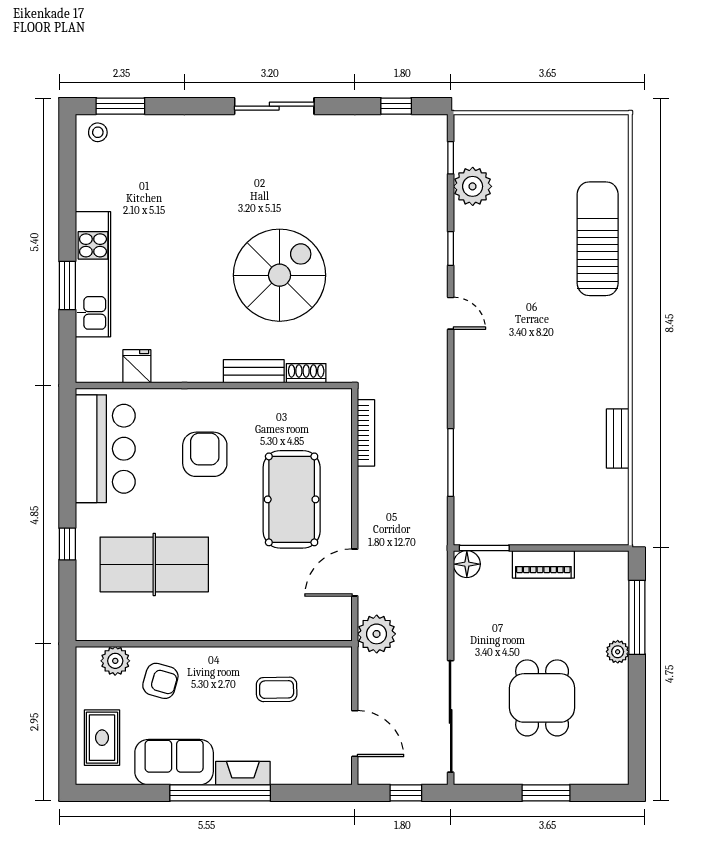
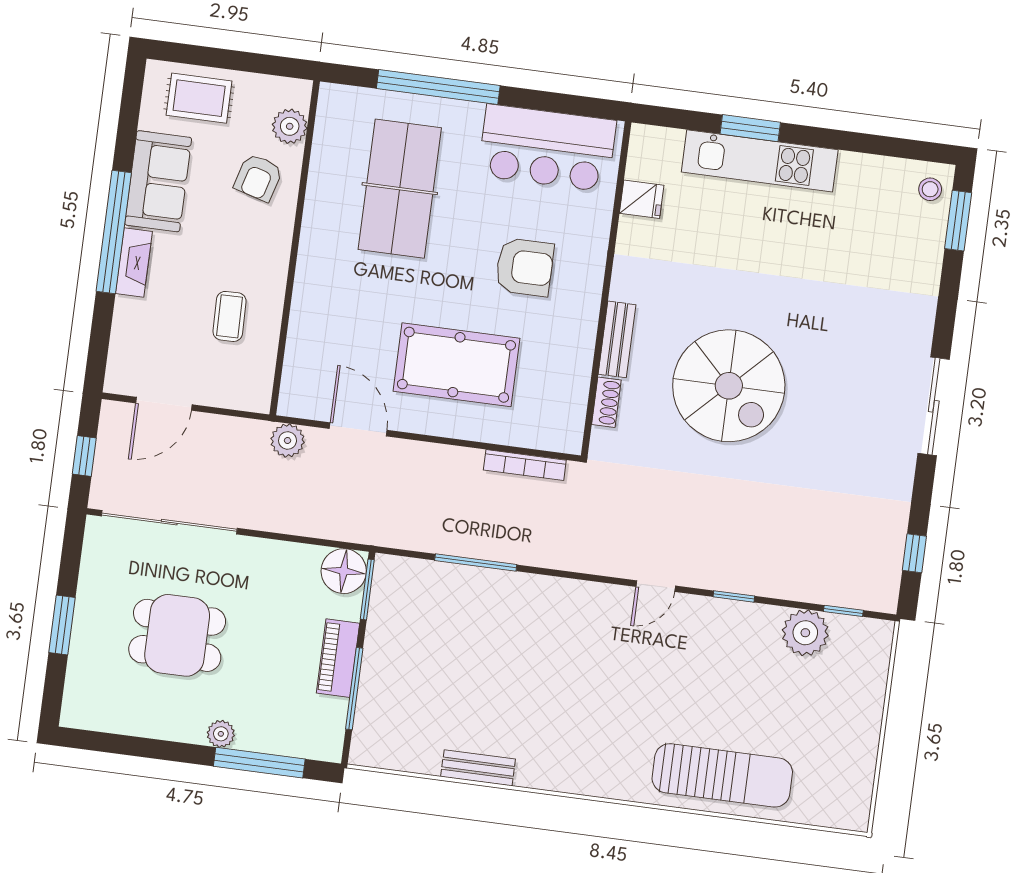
window: (67, 544) -> (438, 87), width x3.17
window: (567, 548) -> (354, 689), added
floor lamp: (467, 564) -> (344, 571), width x1.38, depth x1.38
plant: (377, 634) -> (288, 440), width x0.73, depth x0.73

